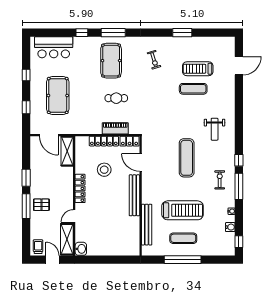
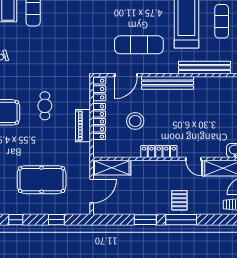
piano: (115, 128) -> (83, 126), moved
exercise mat: (187, 158) -> (139, 45), moved

